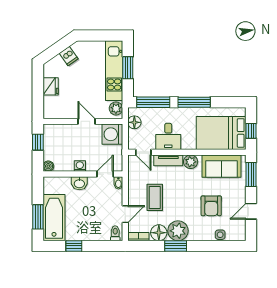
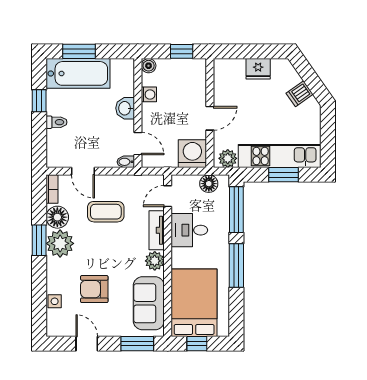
washing machine: (80, 166) -> (149, 94), moved
toilet: (115, 233) -> (57, 122), moved

